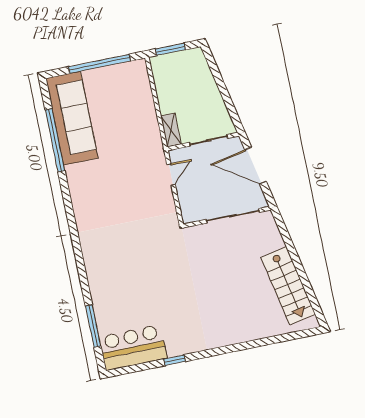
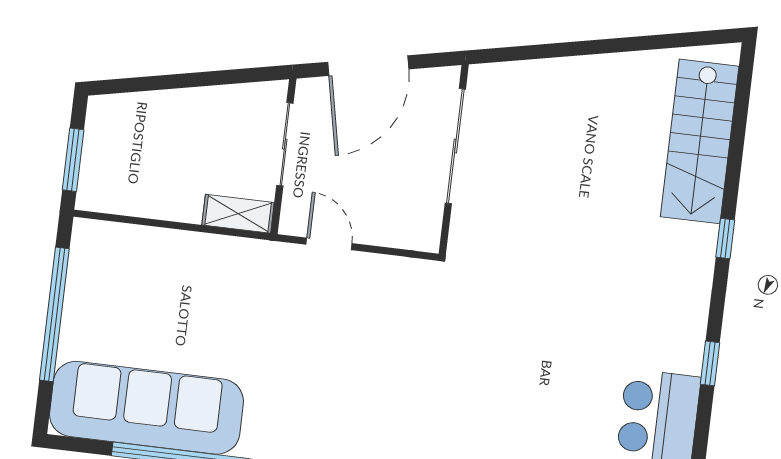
stairs: (288, 286) -> (700, 141), moved, turned 102
window: (232, 348) -> (725, 239), added

